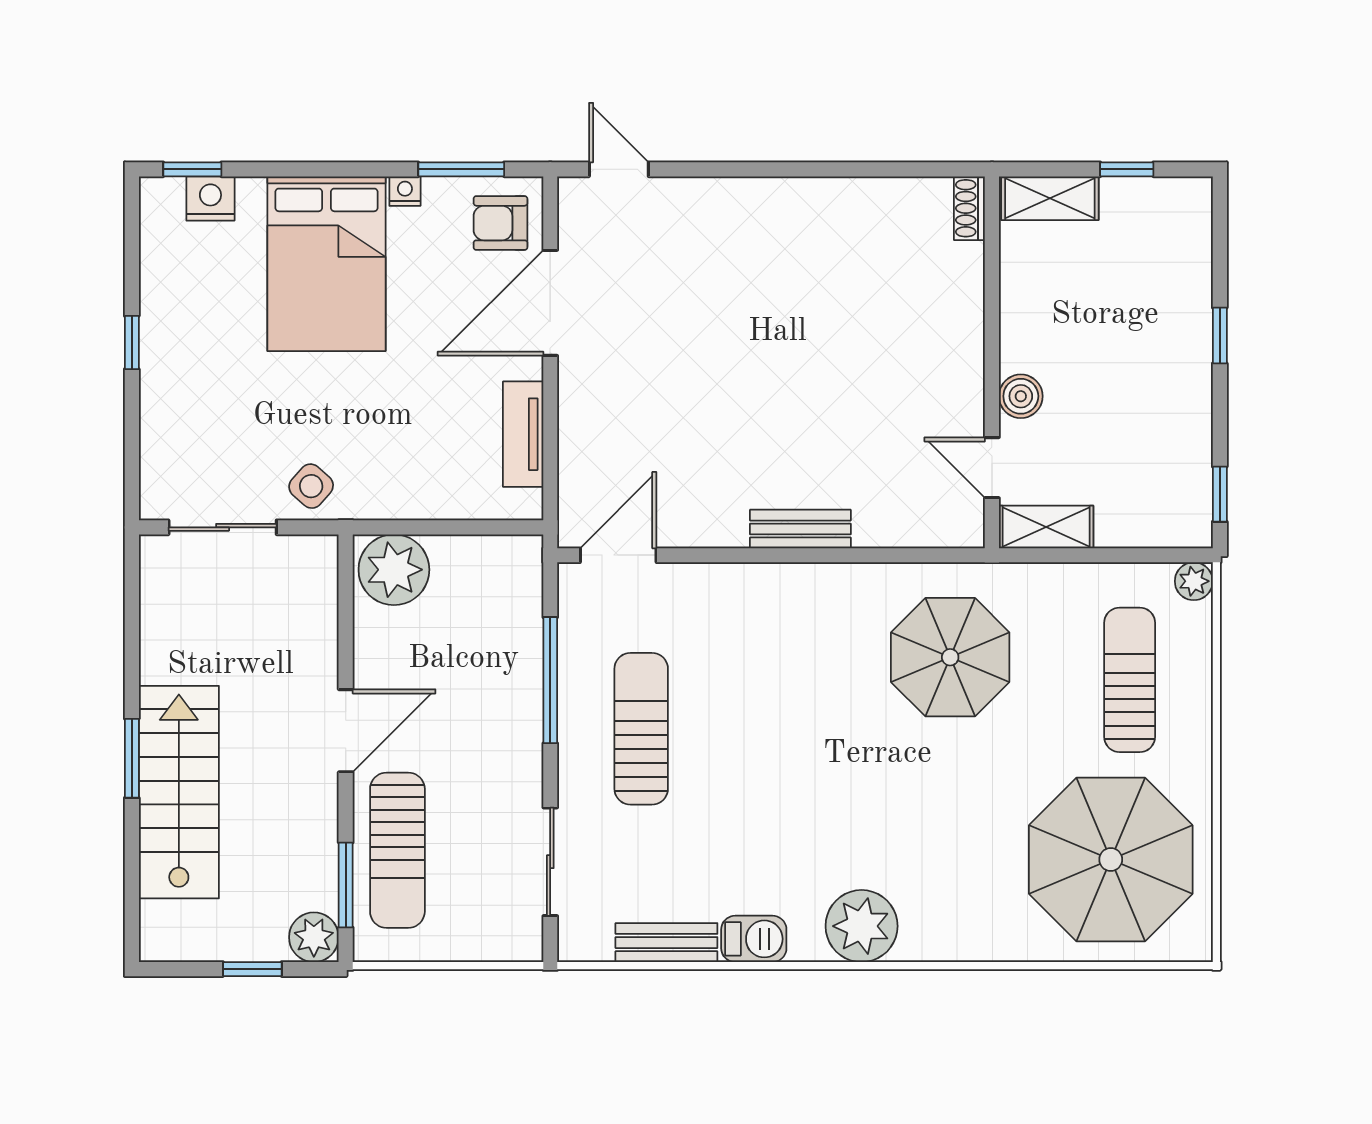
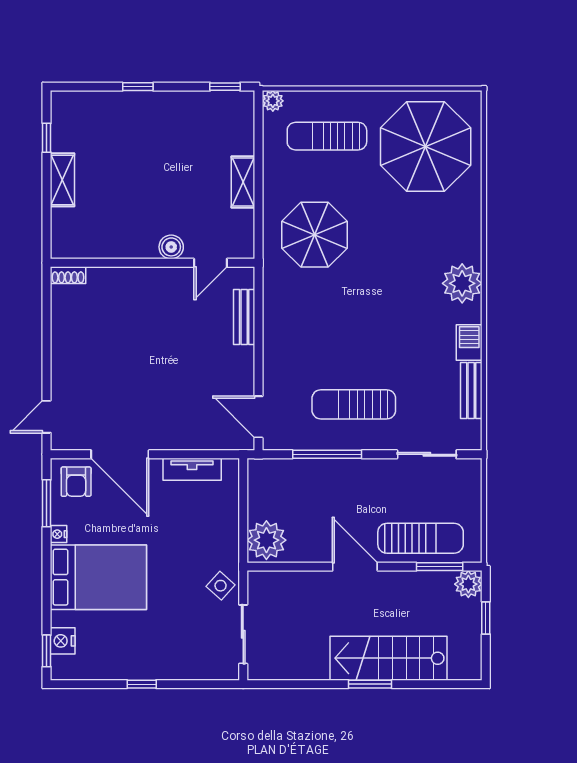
shoe rack: (969, 208) -> (68, 275), moved
wall: (992, 362) -> (153, 263), moved
boiler: (1021, 396) -> (171, 247), moved
door: (992, 468) -> (210, 263), moved

